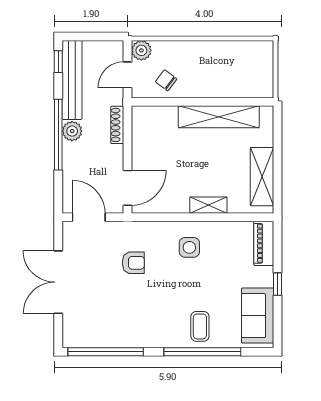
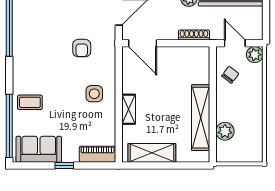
plant: (236, 87) -> (225, 131), added
window: (202, 352) -> (9, 126), moved

